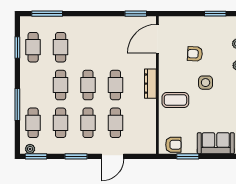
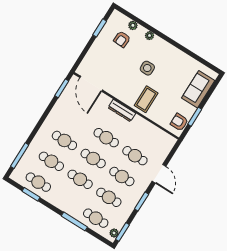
cafe table: (88, 47) -> (64, 140), added
armchair: (195, 54) -> (122, 39), moved
armchair: (173, 145) -> (179, 122), turned -90

